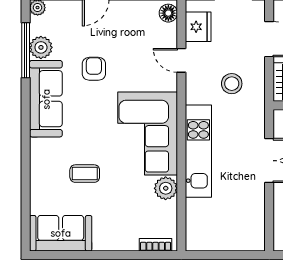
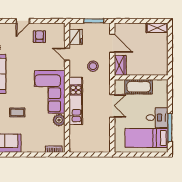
floor lamp: (168, 13) -> (60, 30), removed
armchair: (94, 69) -> (39, 37), moved

